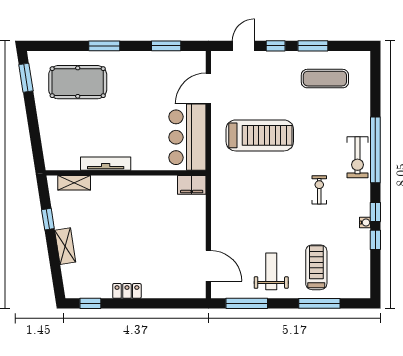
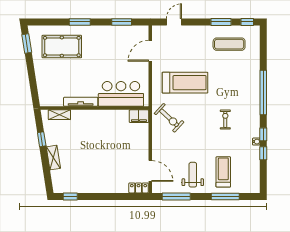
window: (276, 46) -> (247, 22), moved
bar counter: (187, 137) -> (121, 94), moved, turned 90
exercise bike: (357, 157) -> (169, 118), moved, turned -47
locker: (127, 291) -> (139, 188), moved

